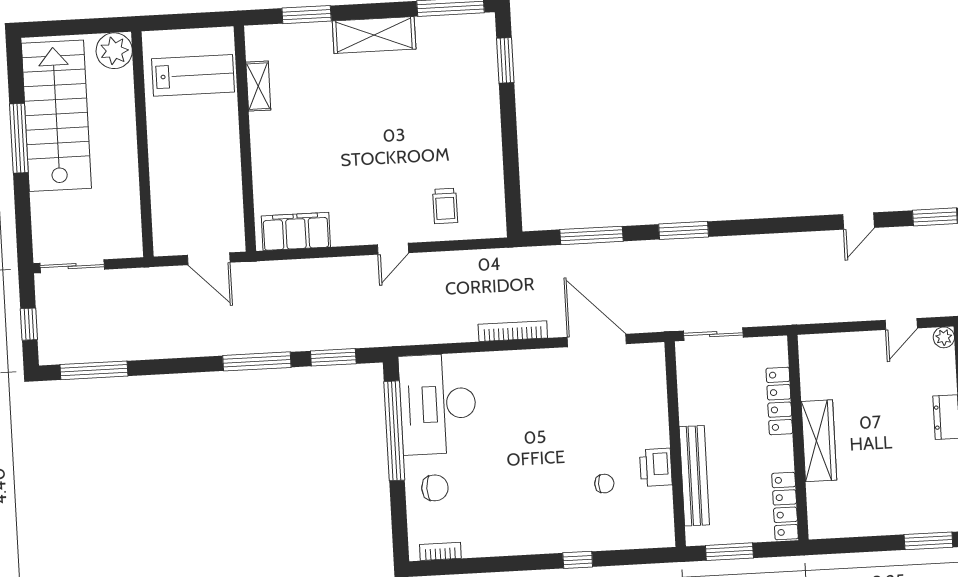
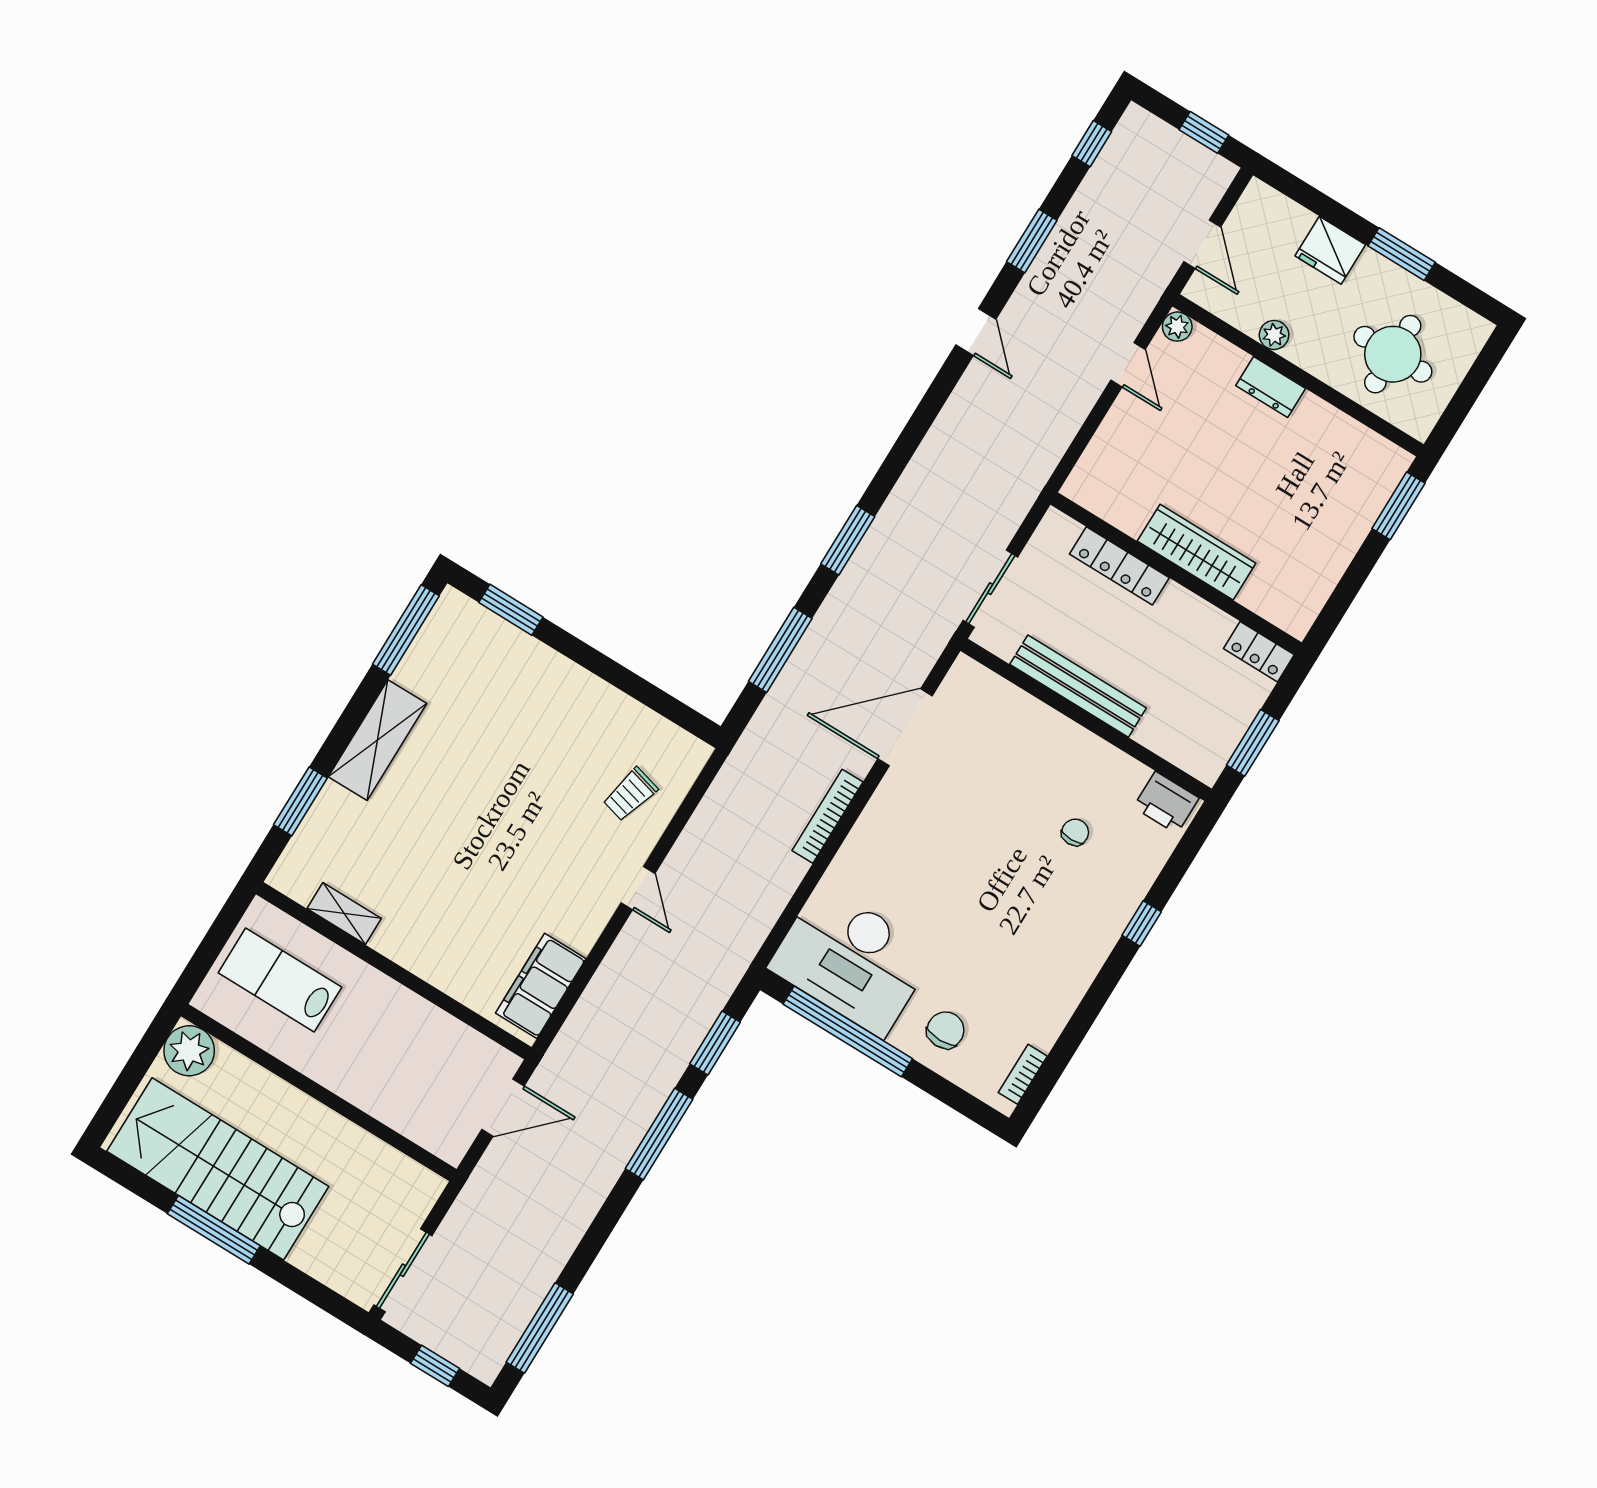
lab bench: (193, 75) -> (280, 980), turned -90
trolley: (445, 206) -> (630, 794), turned 105
printer: (656, 467) -> (1166, 803), moved
bench: (694, 476) -> (1078, 686), moved
locker: (785, 506) -> (1259, 652), width x0.66

